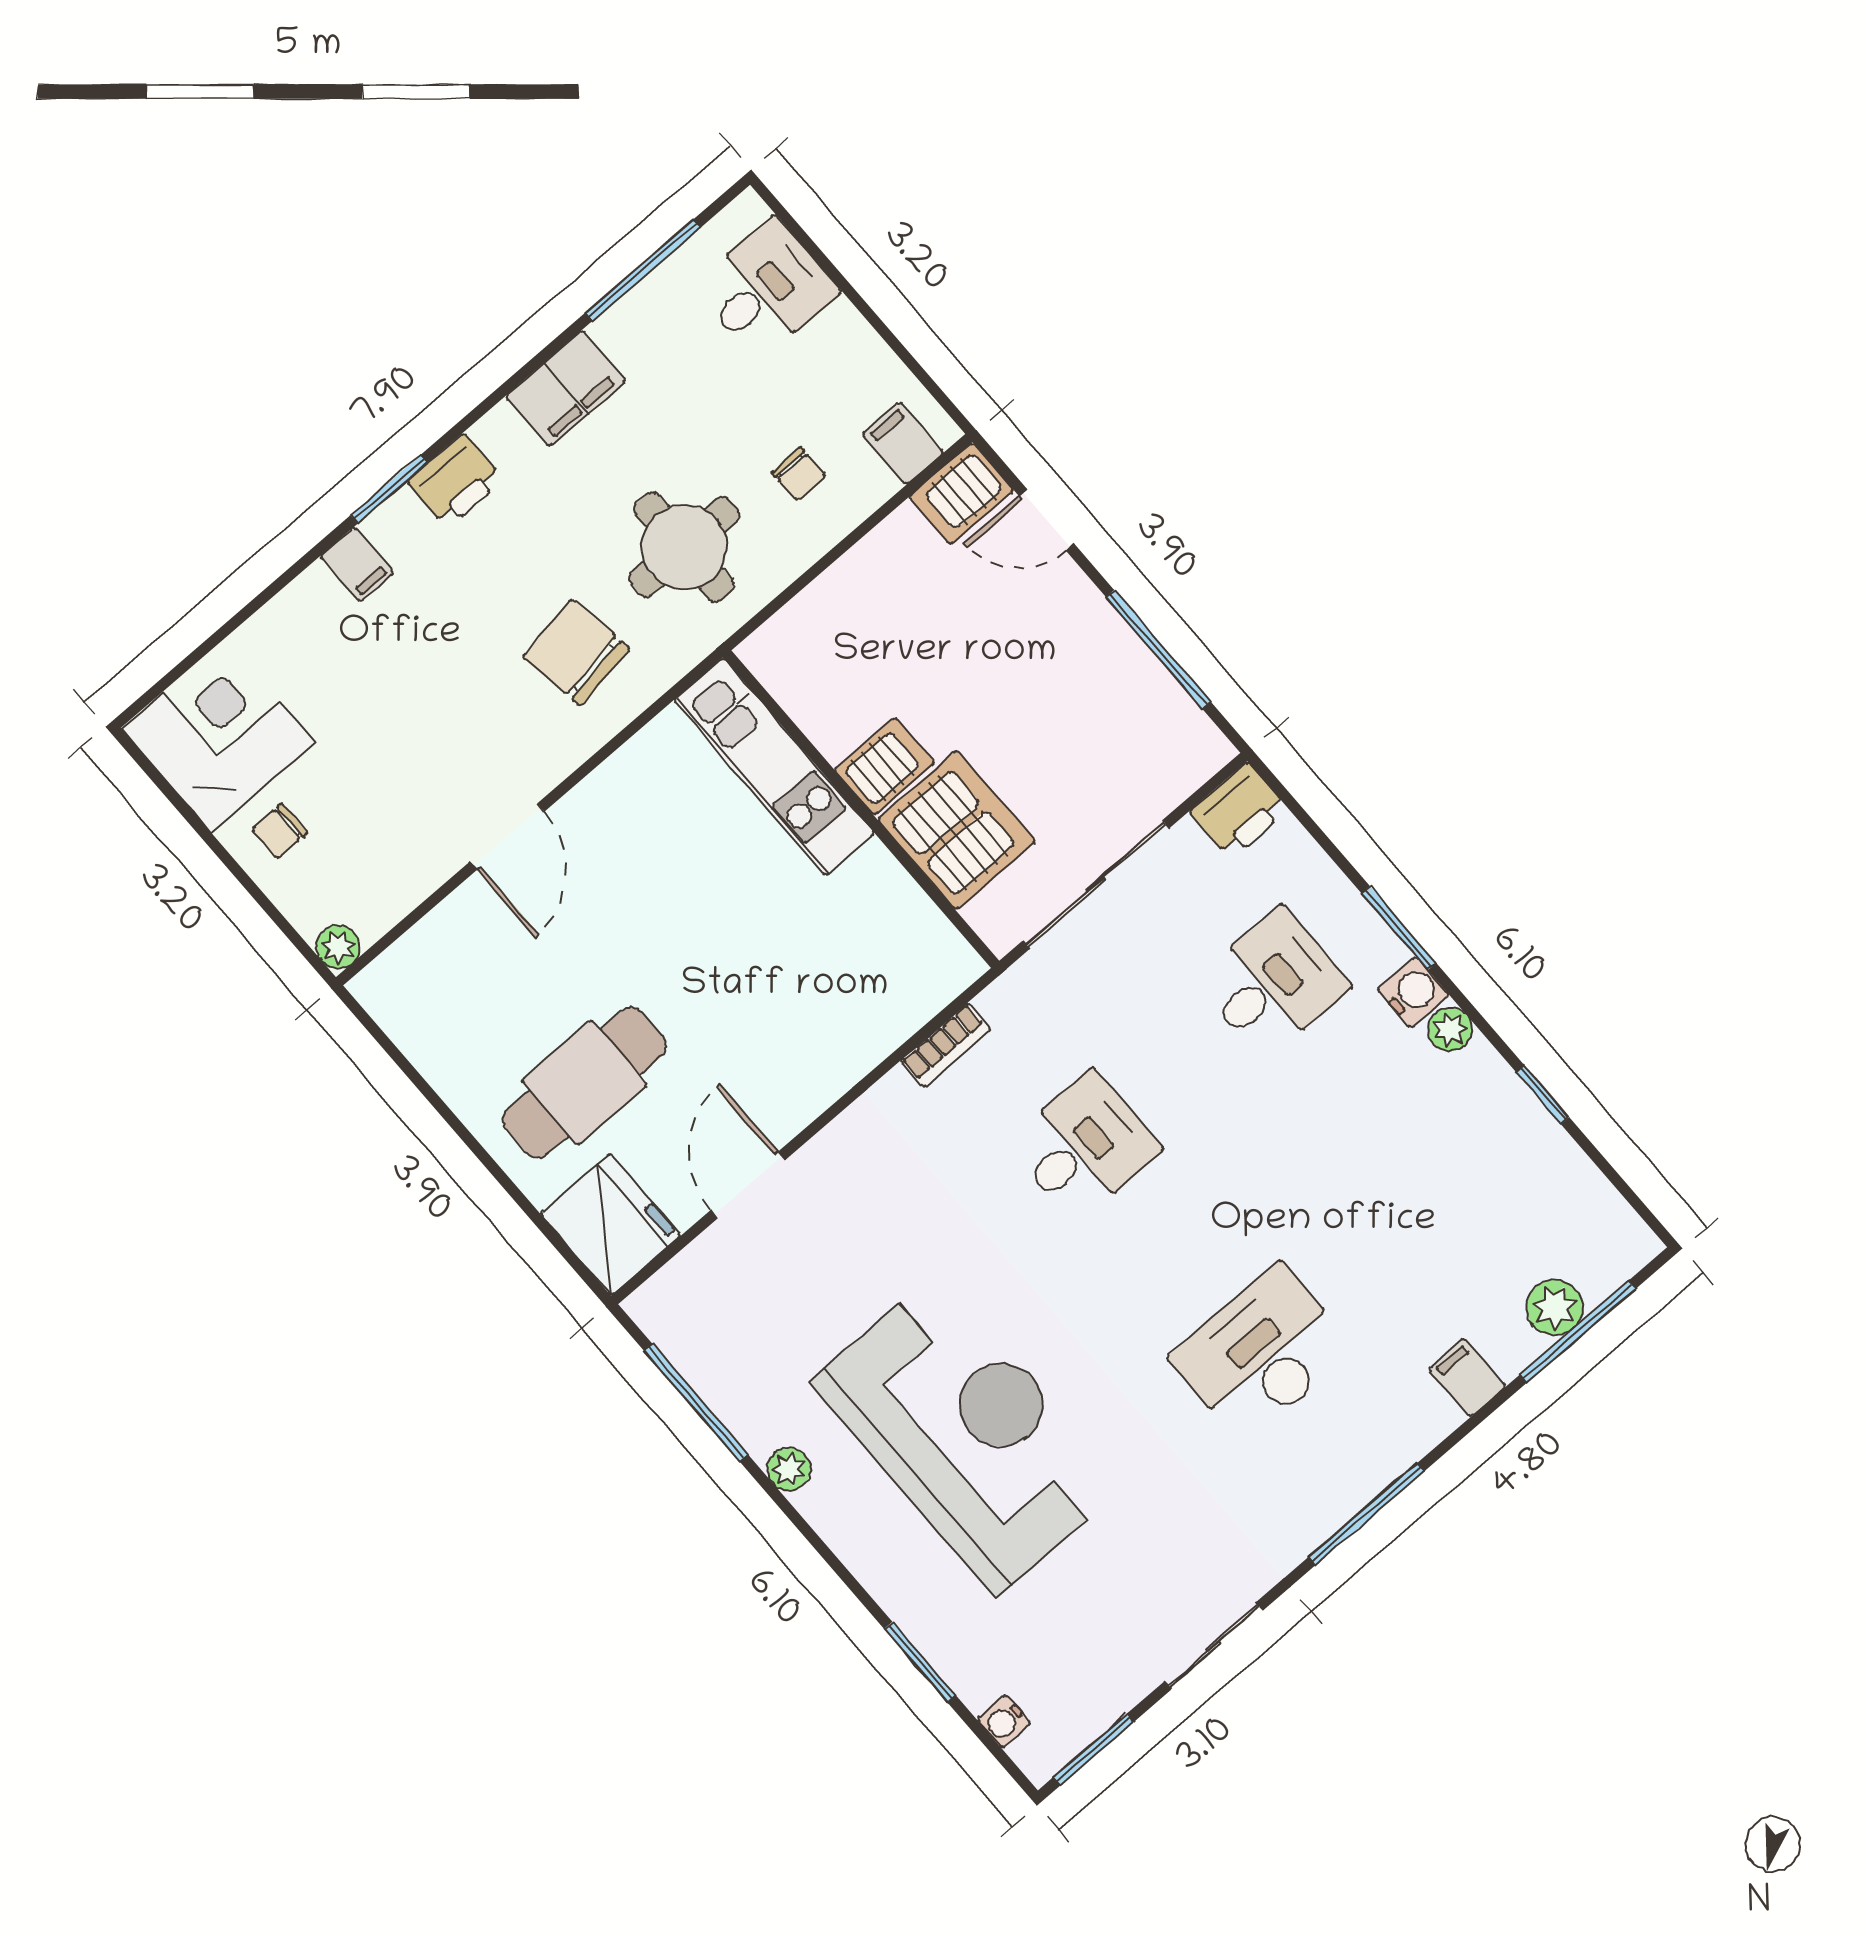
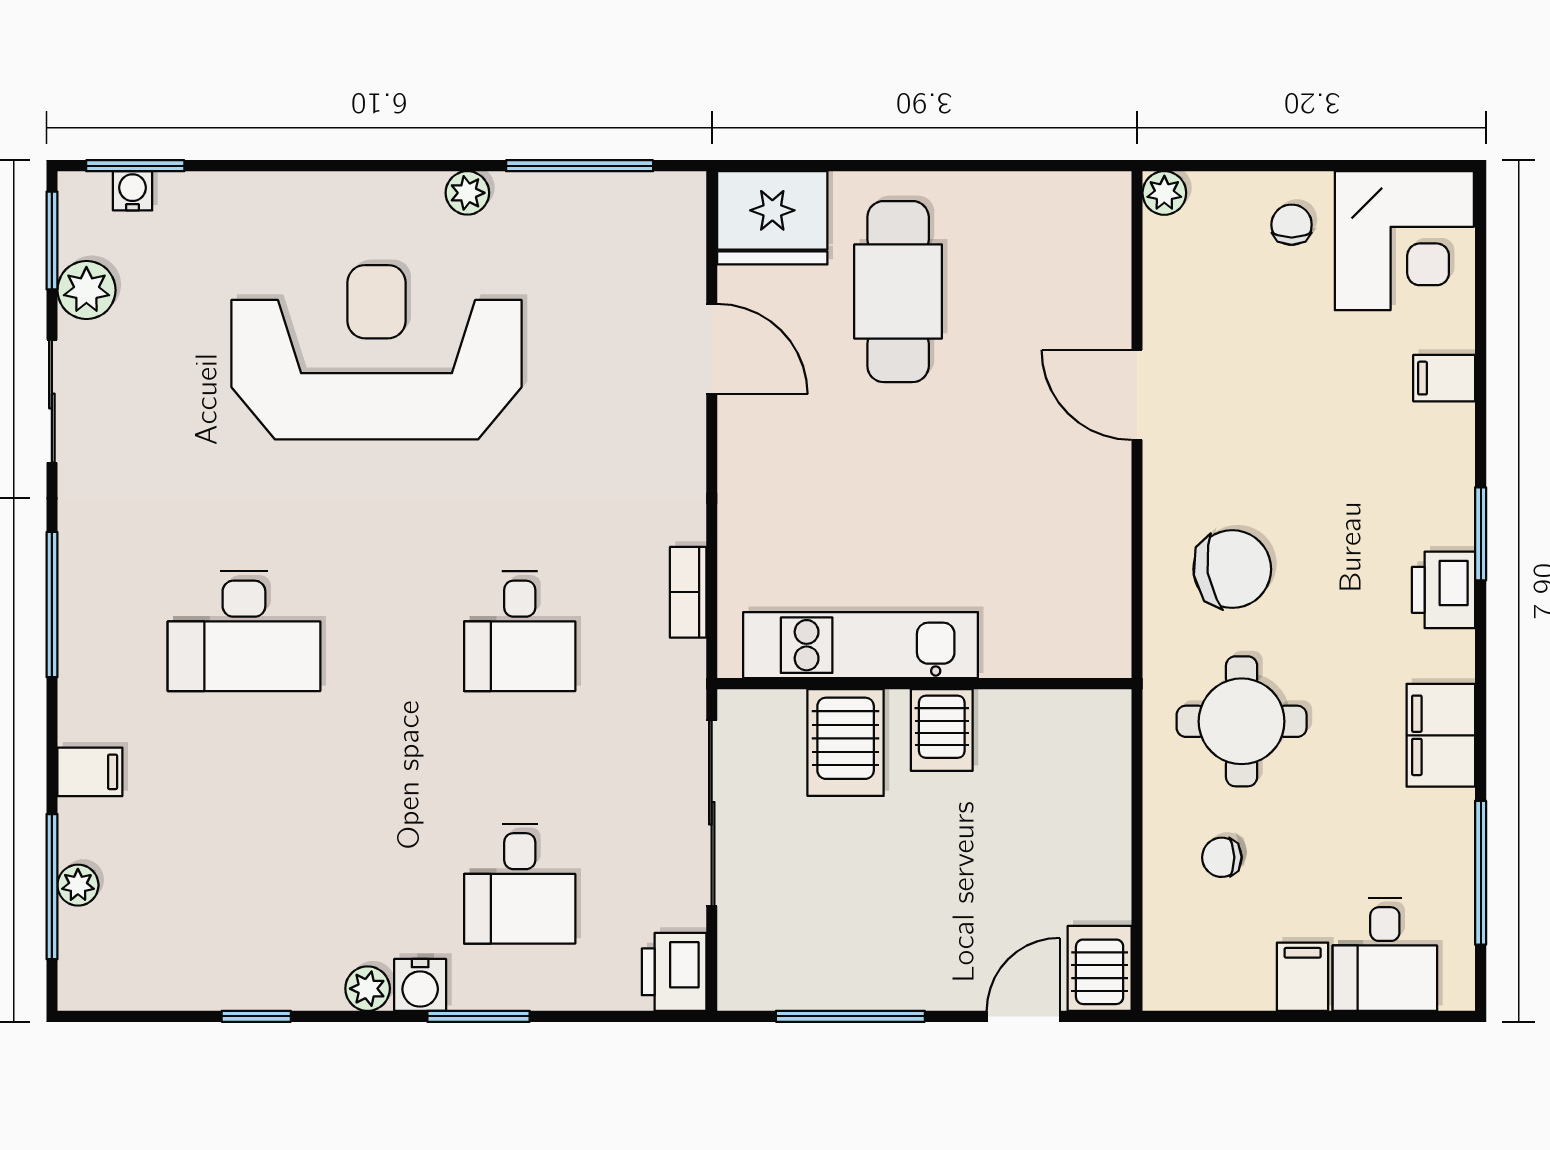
filing cabinet: (903, 443) -> (1303, 977), moved, turned -90
filing cabinet: (357, 564) -> (1444, 378), moved
kitchen unit: (774, 767) -> (861, 645), moved
server rack: (956, 830) -> (846, 743), width x0.62
plant: (1555, 1307) -> (78, 885), width x0.73, depth x0.73
desk: (1262, 1353) -> (244, 631), turned 90
reception desk: (967, 1434) -> (377, 352), turned 180
window: (920, 1662) -> (135, 166), moved
plant: (1108, 1692) -> (86, 290), added

